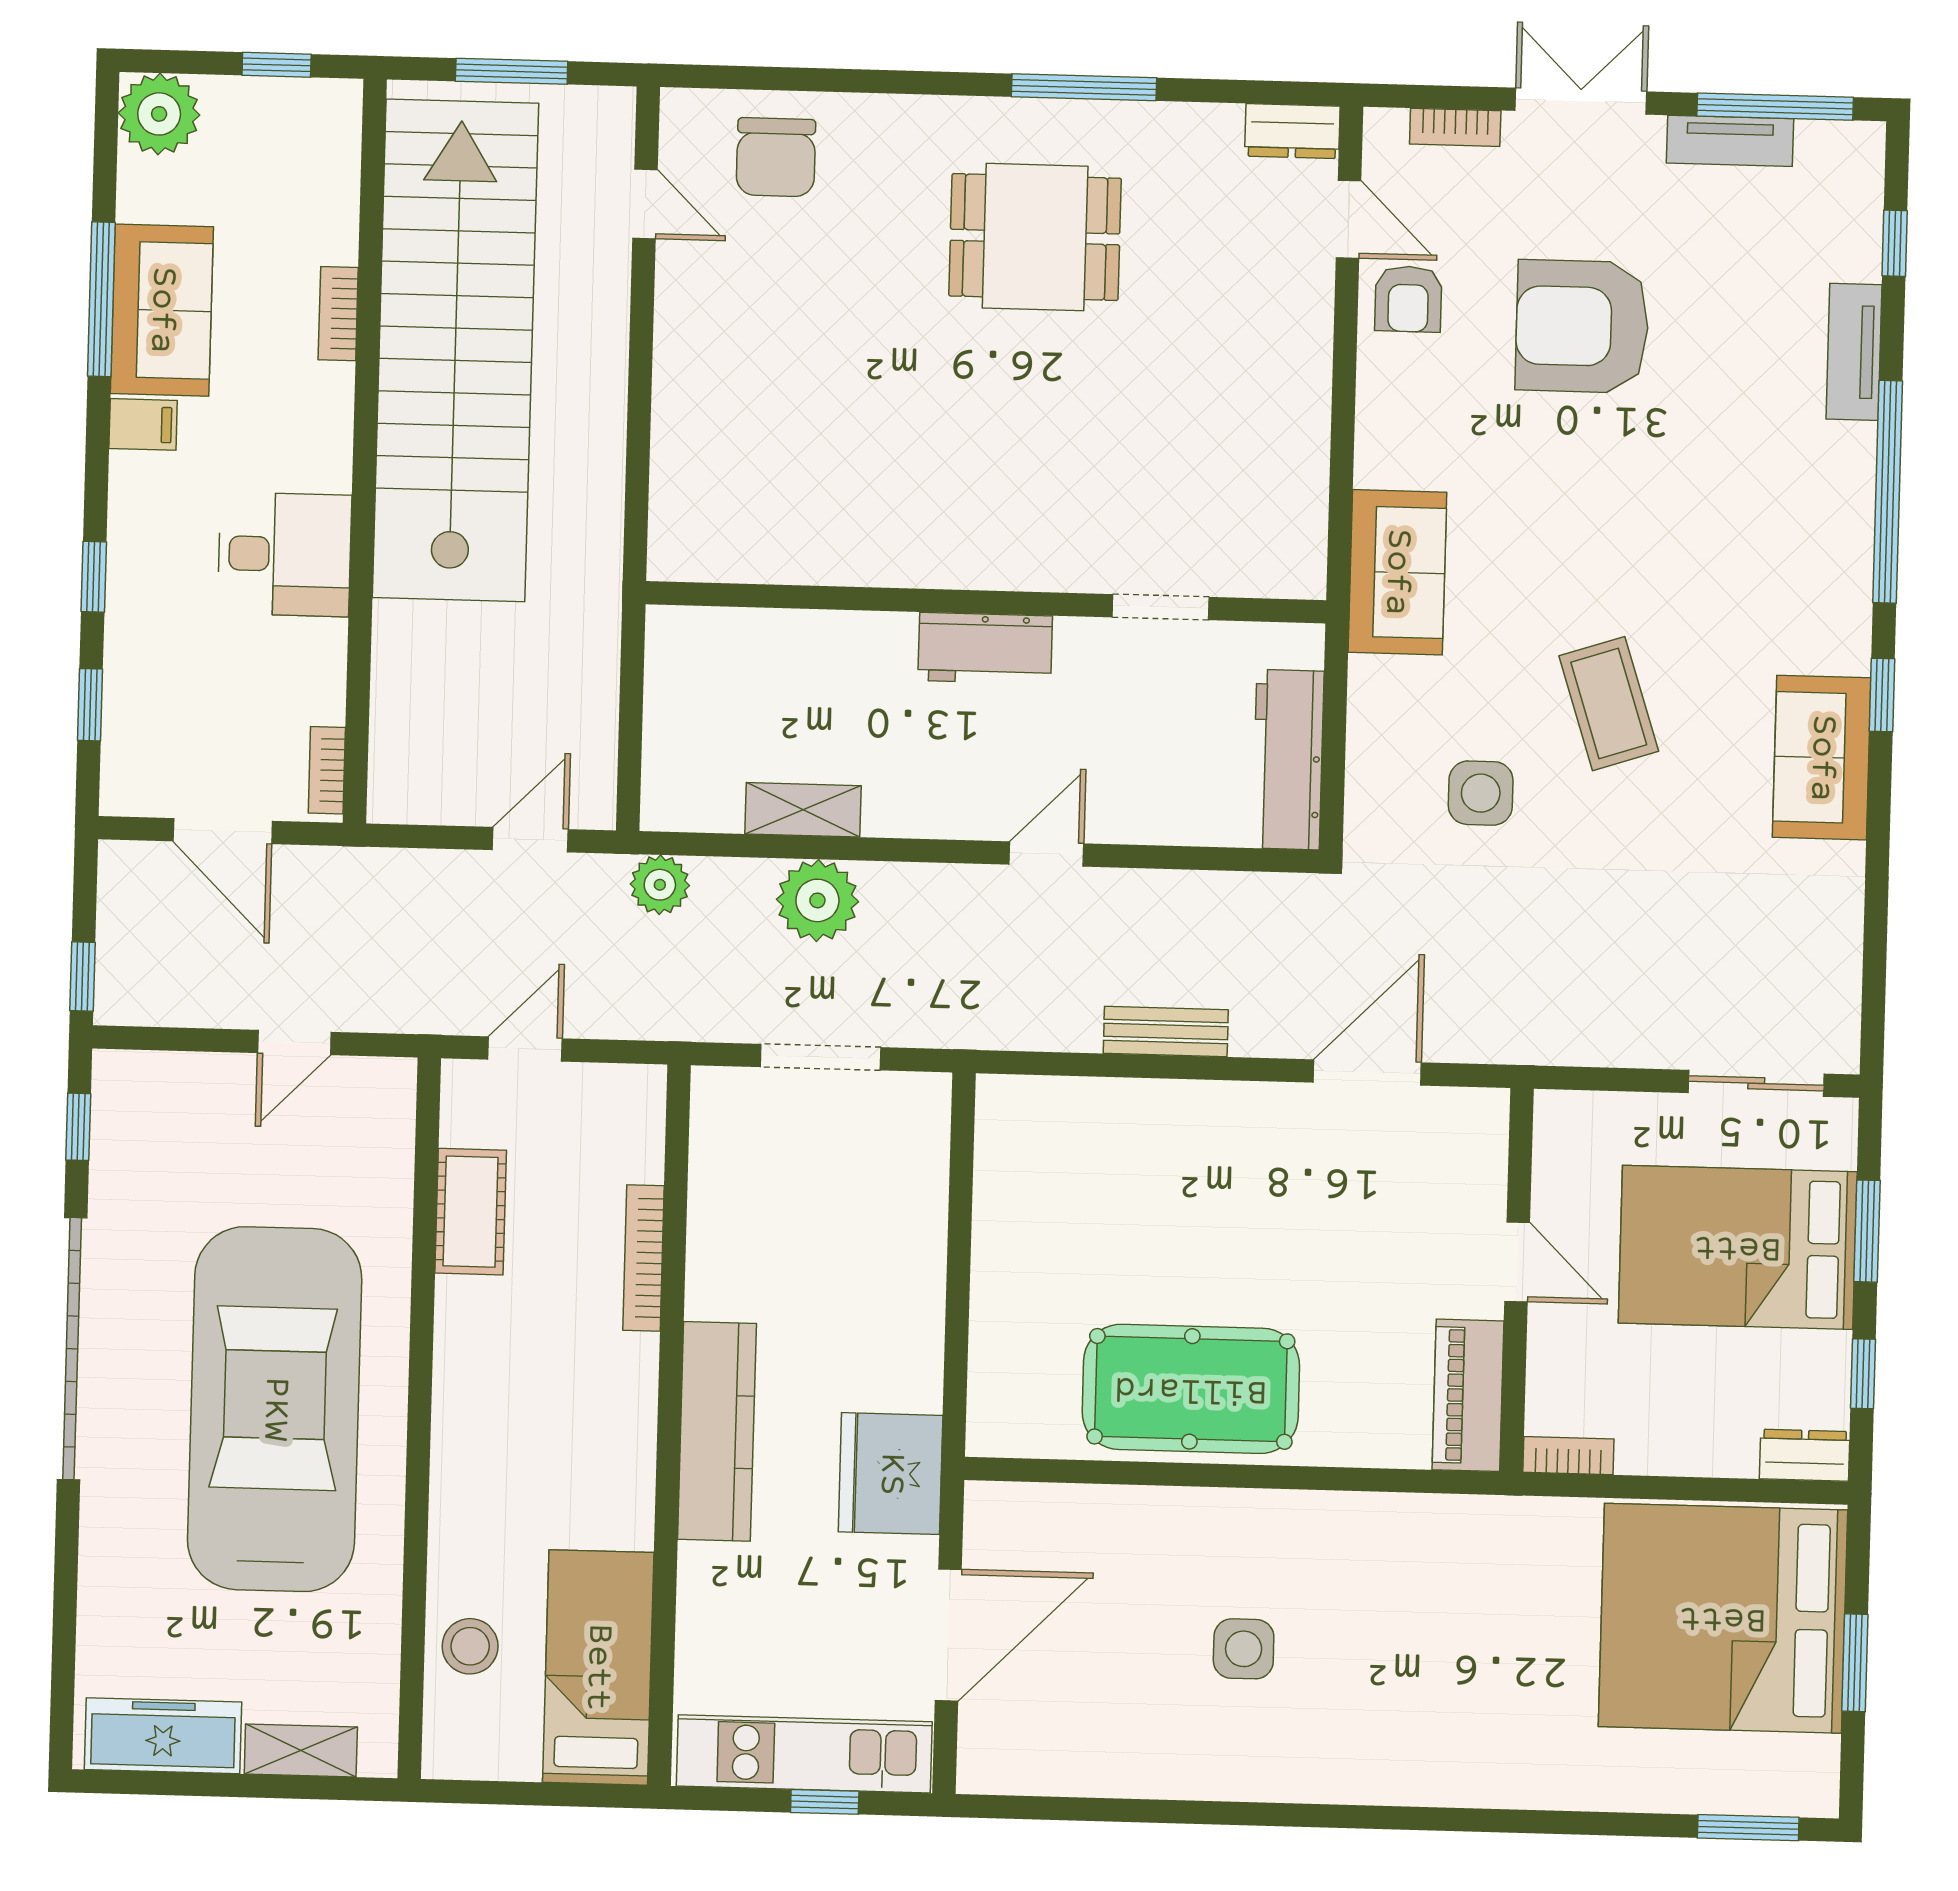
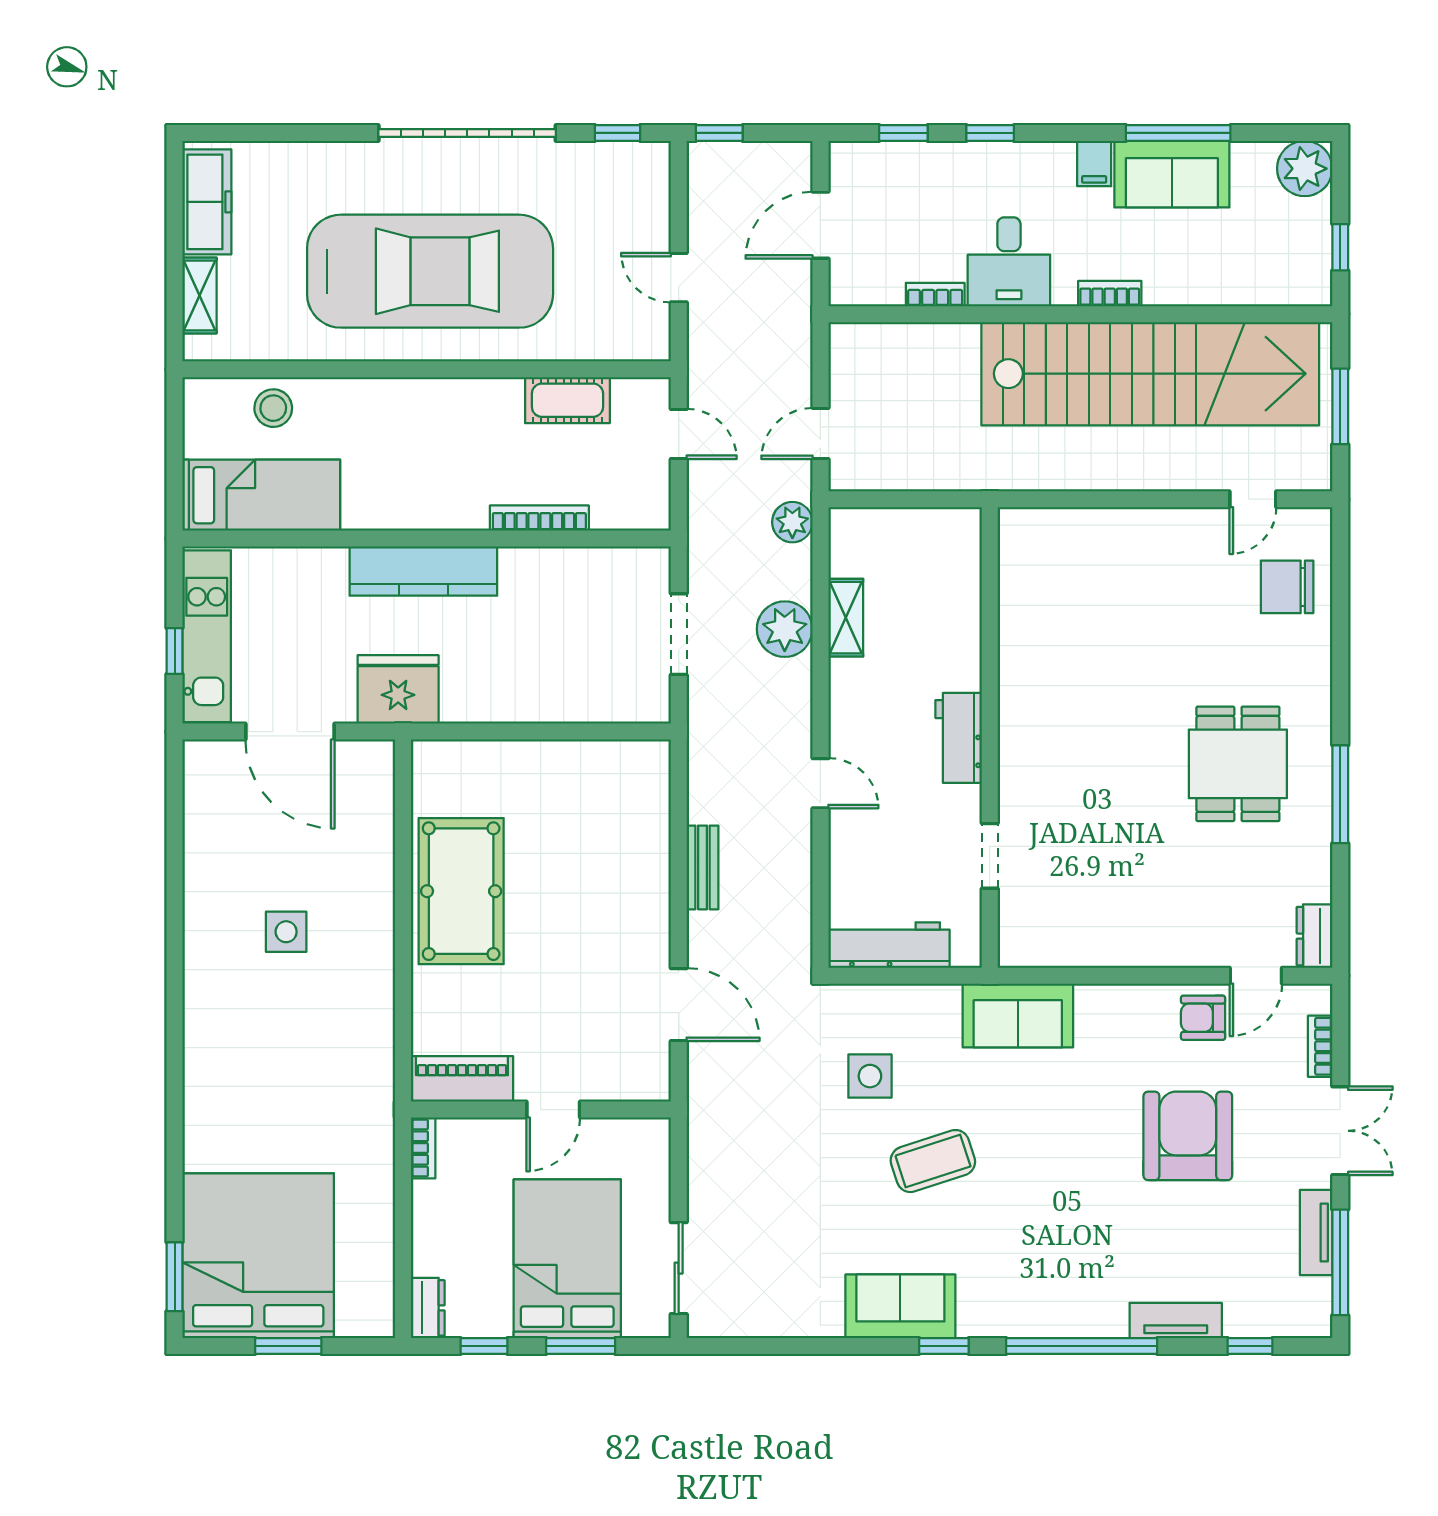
bookcase: (338, 314) -> (1110, 294), moved
bookcase: (327, 770) -> (935, 295), moved
door: (530, 840) -> (820, 434), swing flipped
bed: (1723, 1618) -> (258, 1256), moved

